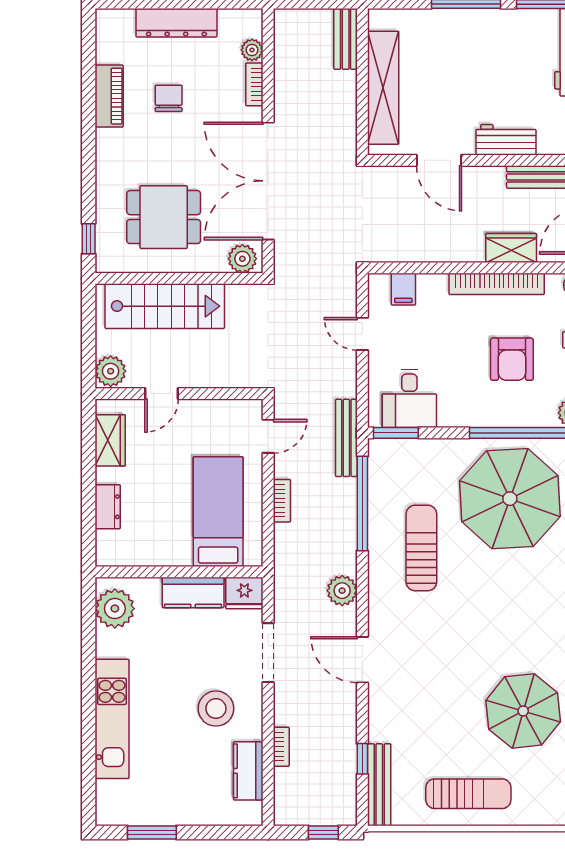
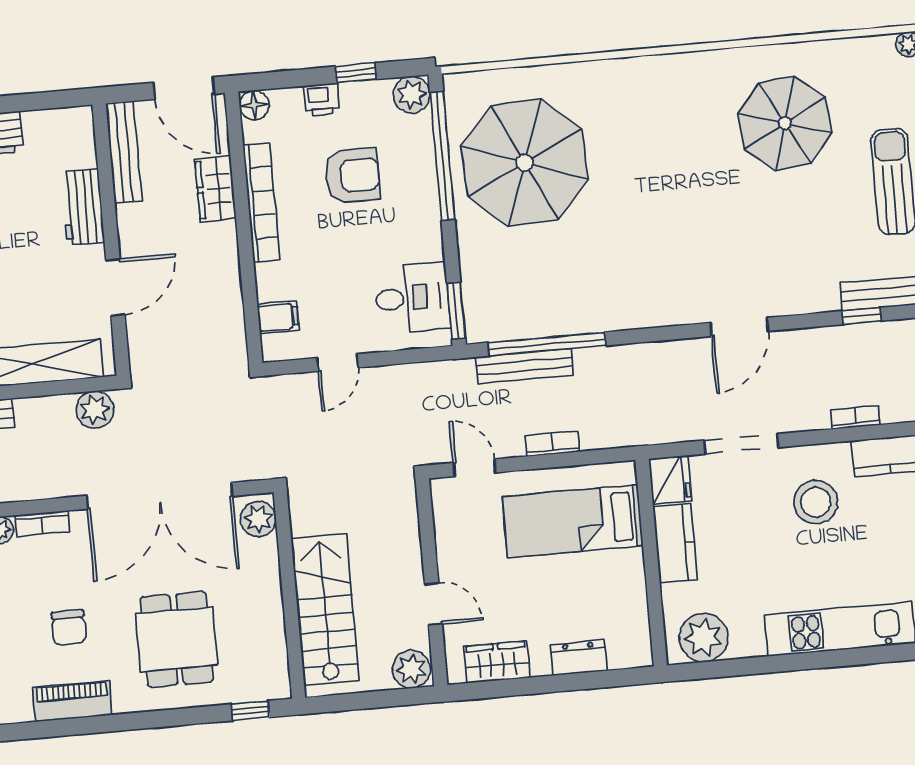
chair: (169, 98) -> (69, 628), turned -90
dining table: (164, 217) -> (177, 639), moved
bench: (346, 438) -> (525, 366), moved
sun lounger: (421, 548) -> (595, 267), removed
plant: (342, 591) -> (95, 410), moved

